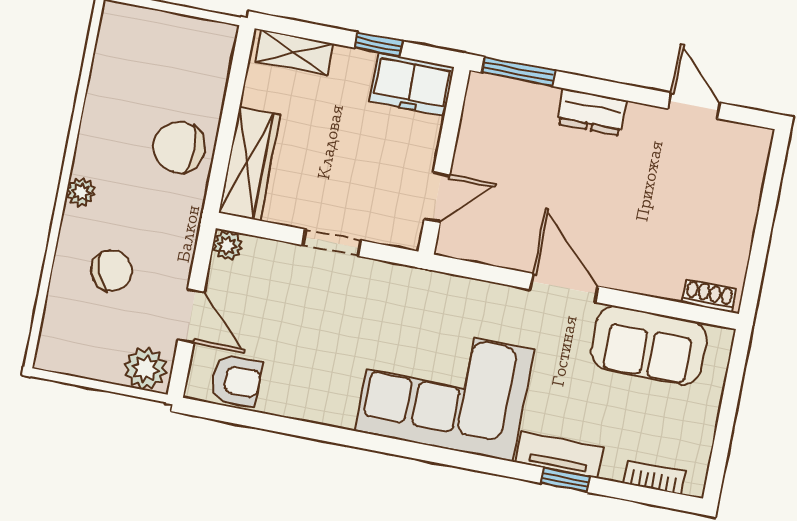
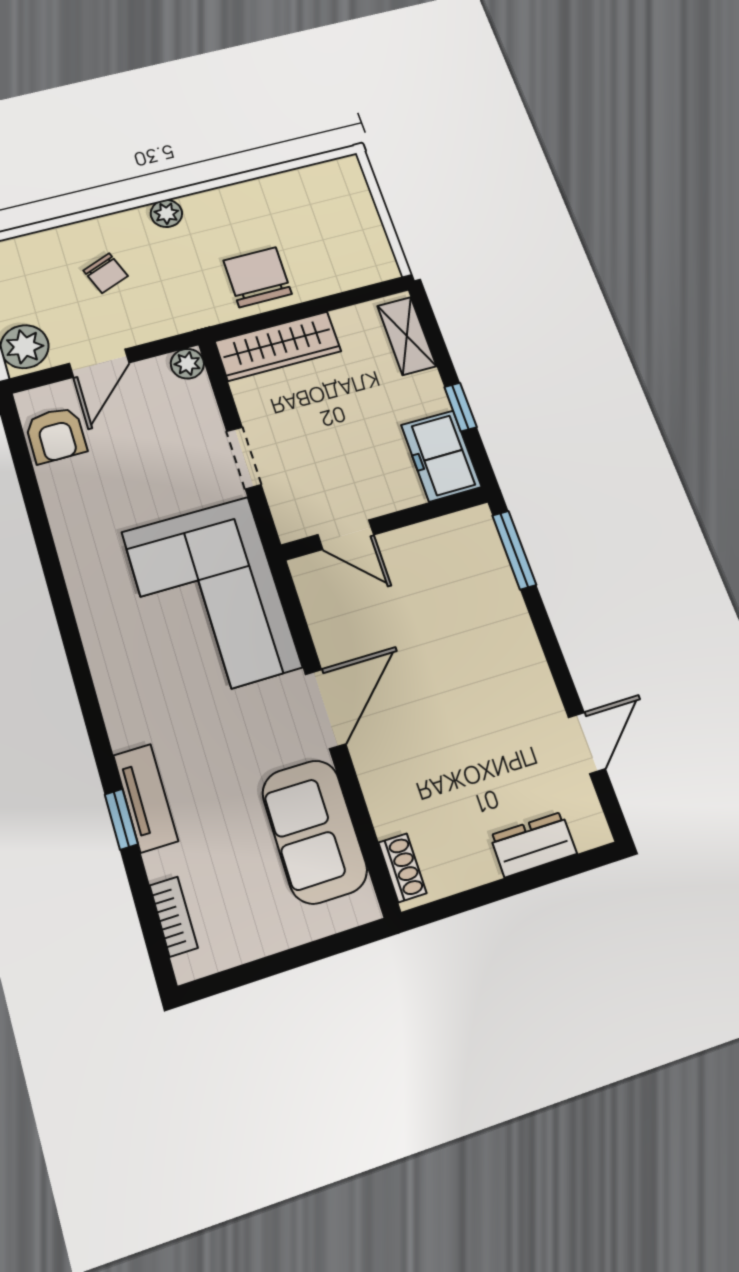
dresser: (592, 112) -> (533, 845), moved, turned 90
chair: (112, 271) -> (106, 273), width x0.73, depth x0.73
corner sofa: (444, 390) -> (211, 599), moved, turned 180

